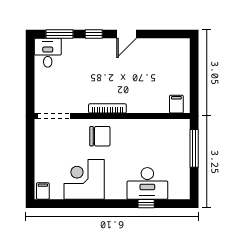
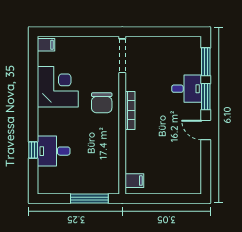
window: (94, 34) -> (206, 97), width x1.50
desk: (48, 53) -> (187, 89), moved
desk: (147, 183) -> (54, 151), width x0.73

